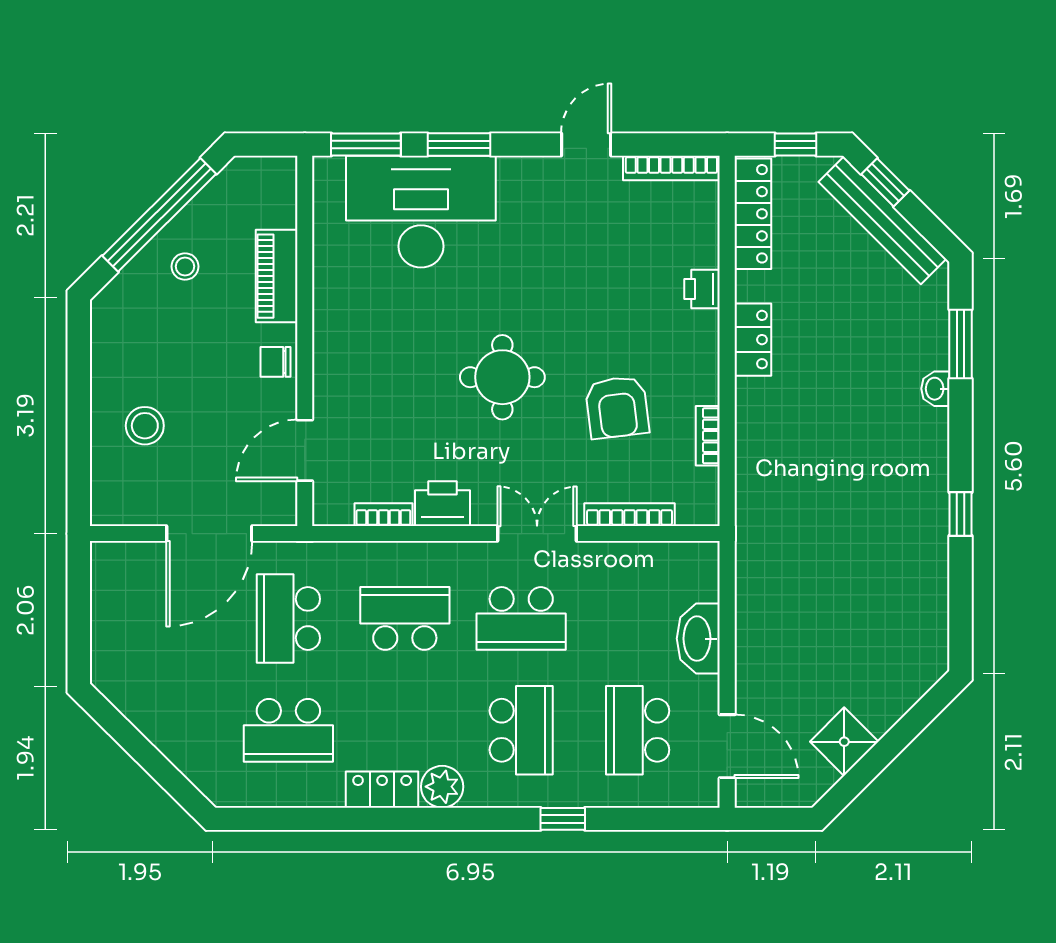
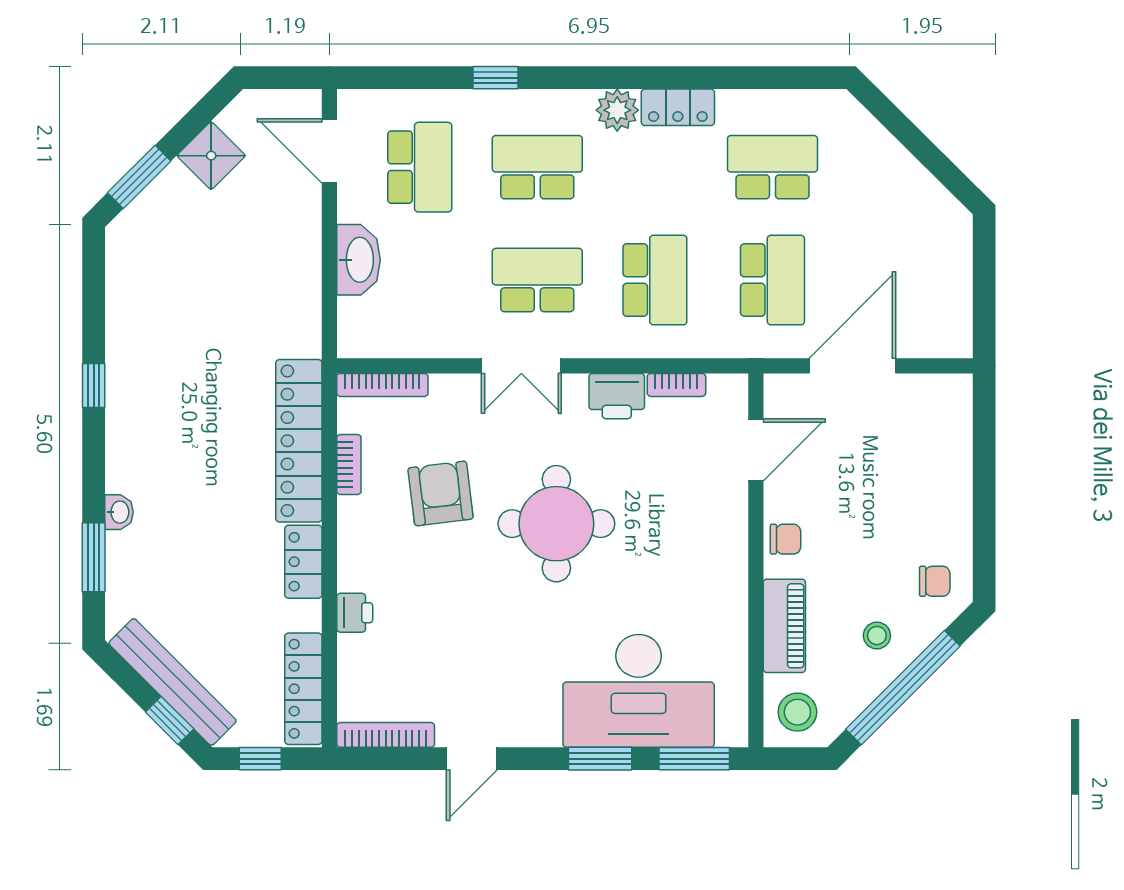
chair: (128, 320) -> (935, 581), added
round table: (502, 377) -> (556, 524), width x1.36, depth x1.36
stool: (145, 426) -> (797, 712), moved
locker: (757, 459) -> (299, 441), added
bookcase: (630, 515) -> (382, 385), moved
school desk: (405, 618) -> (655, 280), turned -90
window: (915, 721) -> (139, 177), added
school desk: (521, 730) -> (537, 167), turned 90

